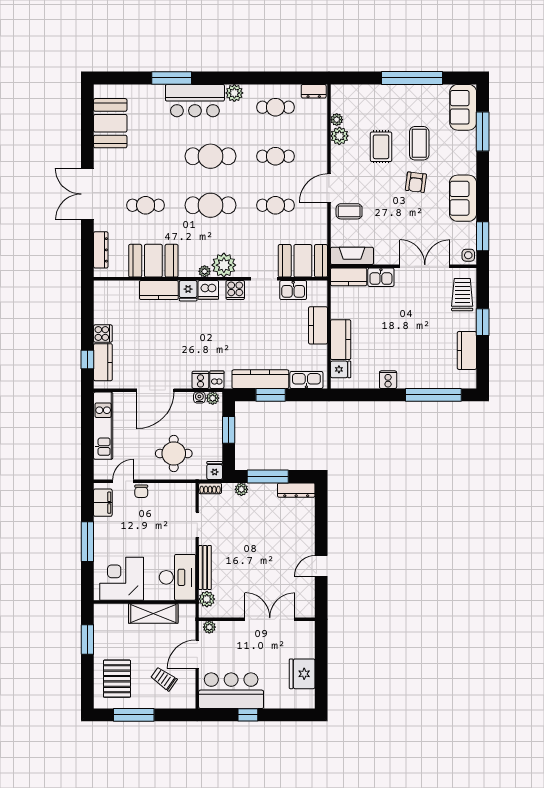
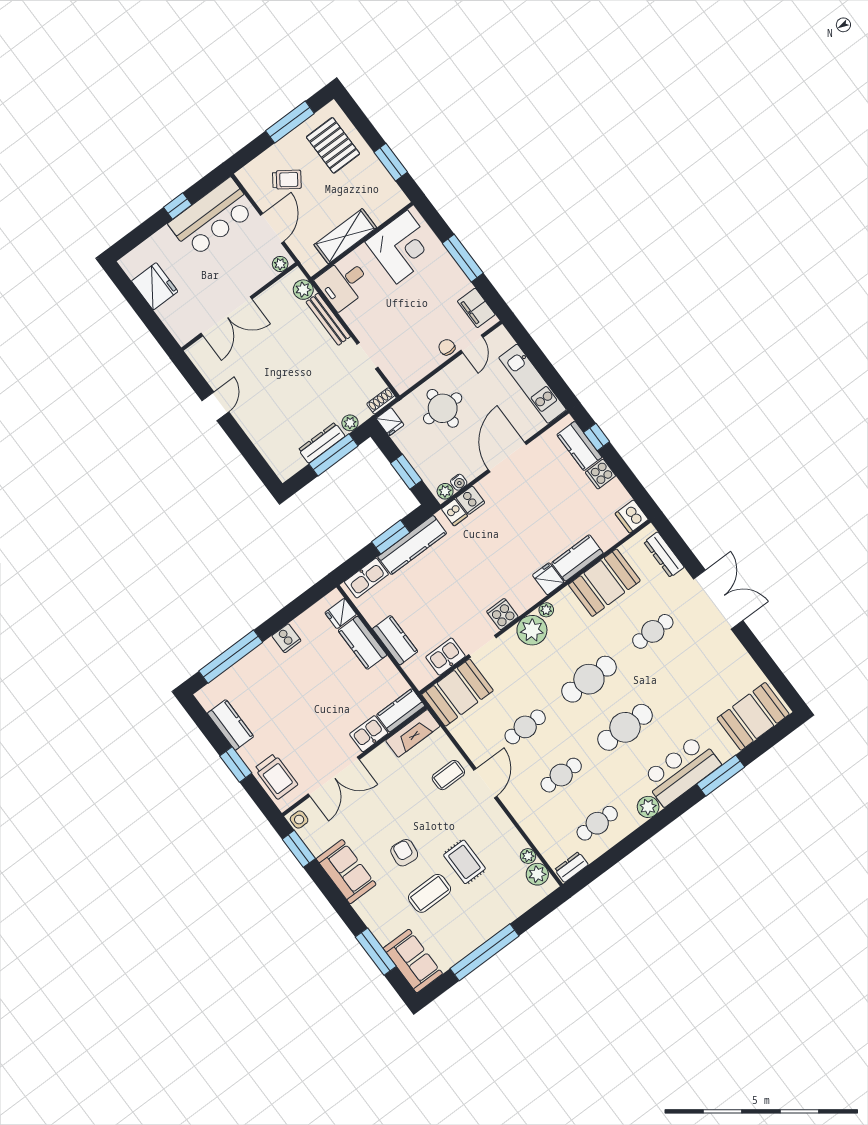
booth: (110, 123) -> (753, 716), moved, turned 90
plant: (339, 136) -> (537, 874), moved
coffee table: (419, 143) -> (430, 893), turned 90
dishwasher: (208, 290) -> (632, 516), moved, turned -90
dresser: (296, 490) -> (322, 443), moved
desk: (177, 577) -> (343, 283), width x0.73

